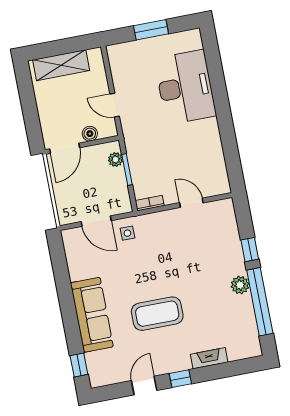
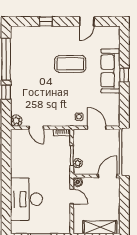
boiler: (90, 134) -> (78, 182), moved
plant: (240, 285) -> (16, 121), moved
fireplace: (209, 358) -> (44, 31), removed
window: (79, 365) -> (124, 75), moved
window: (180, 379) -> (46, 21), moved

